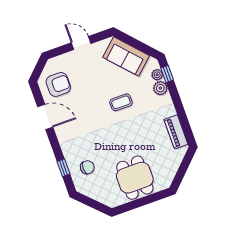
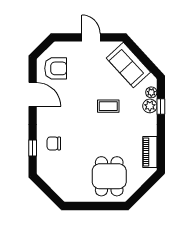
window: (167, 74) -> (161, 106), moved
chair: (87, 167) -> (54, 143), moved, turned 180
dining table: (135, 178) -> (109, 176), moved

